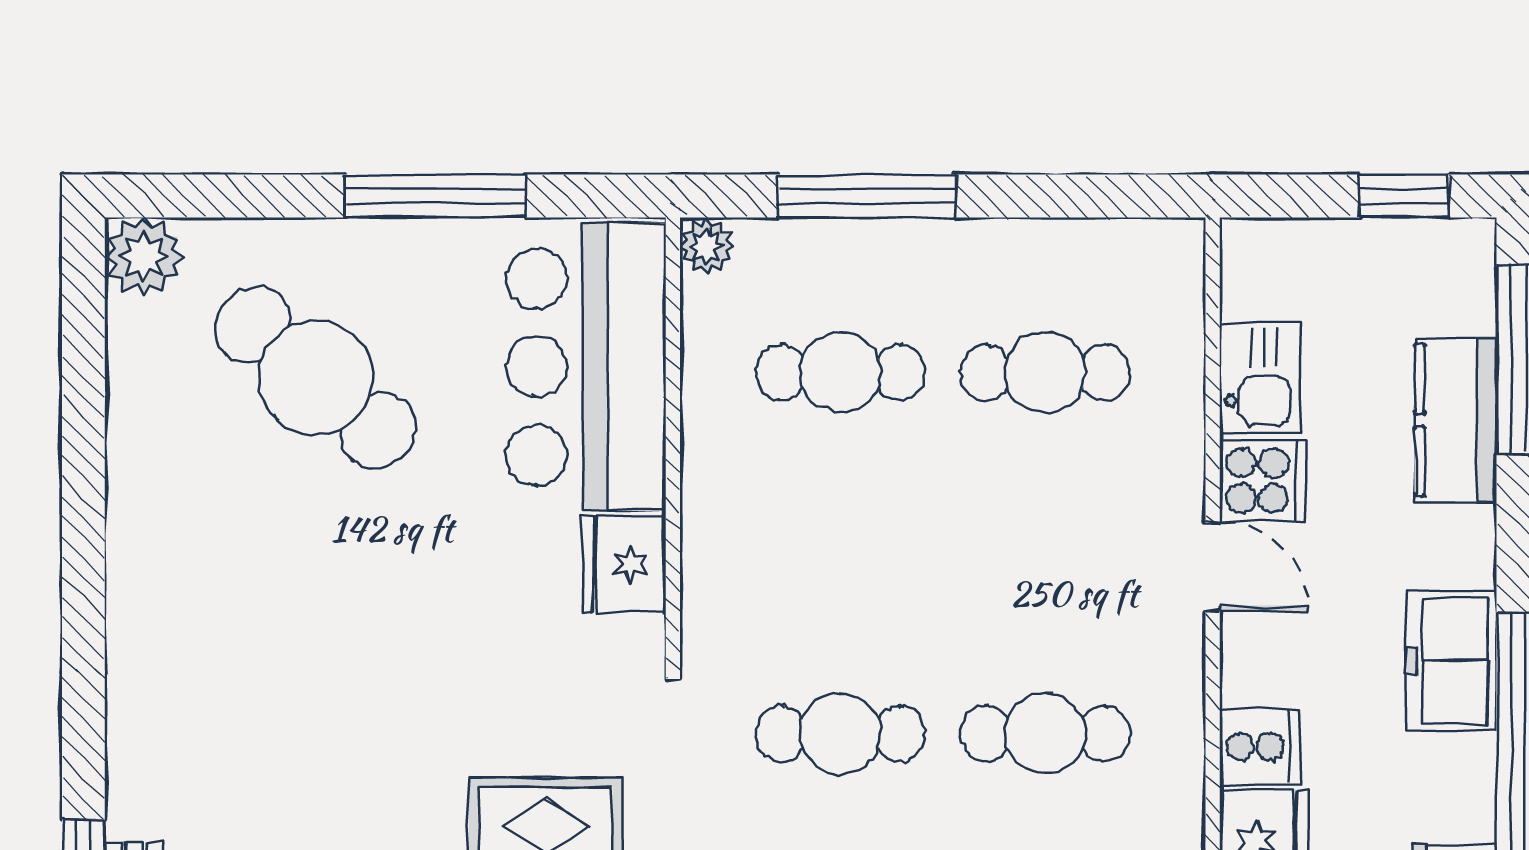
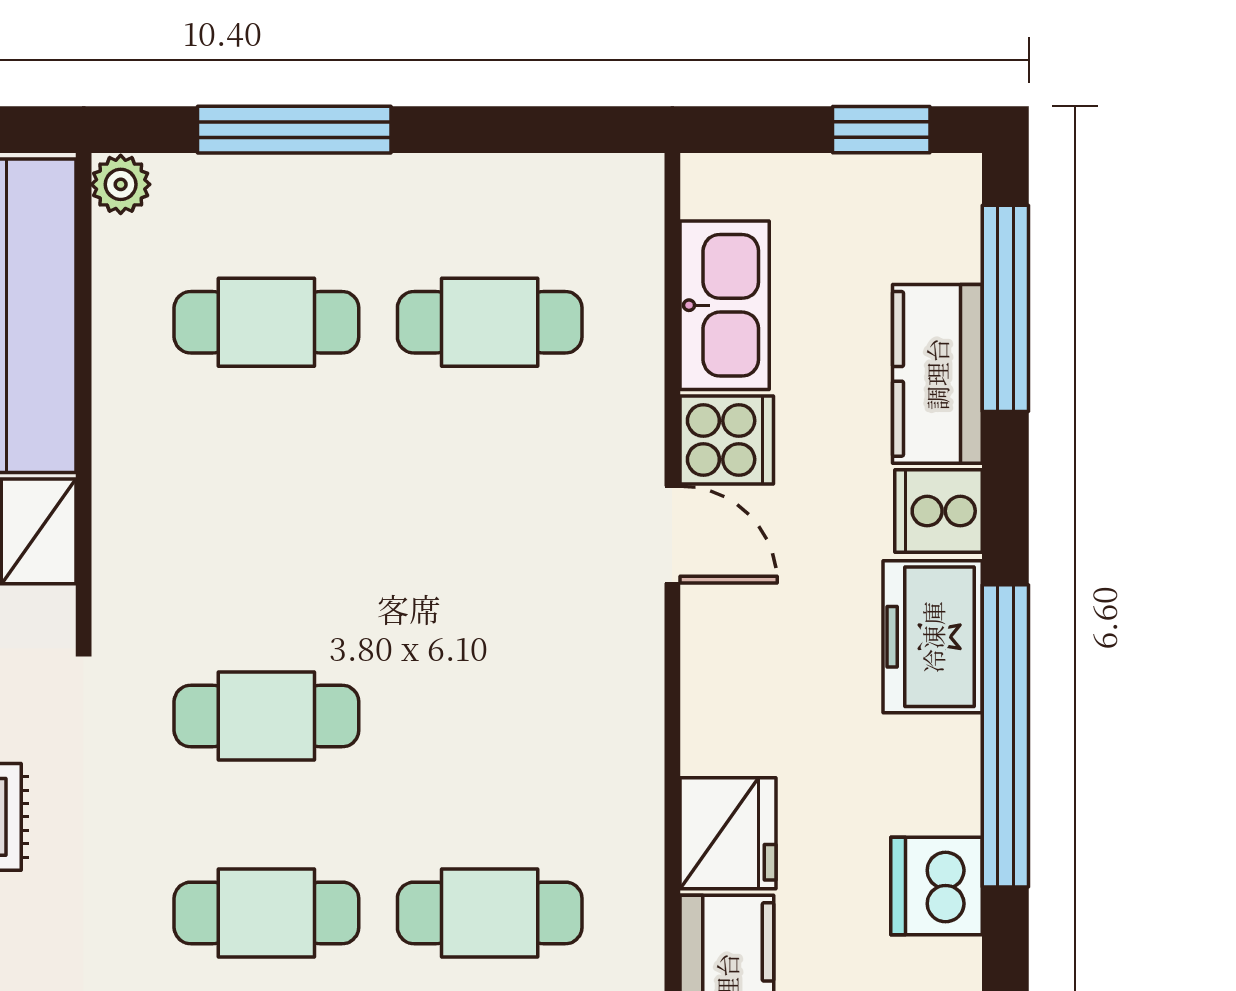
kitchen sink: (1261, 378) -> (725, 305), width x1.38
cafe table: (1045, 734) -> (490, 716), removed
cooker: (1260, 747) -> (938, 511), moved, turned 180

